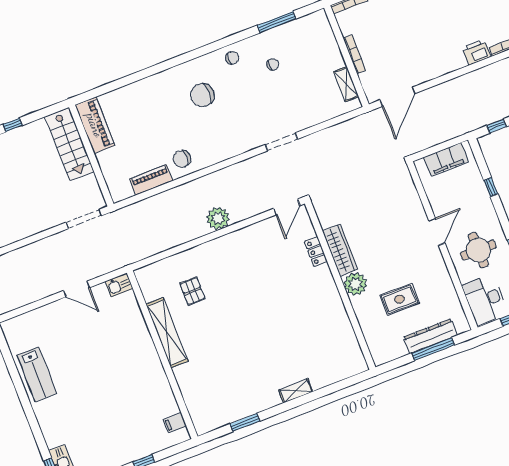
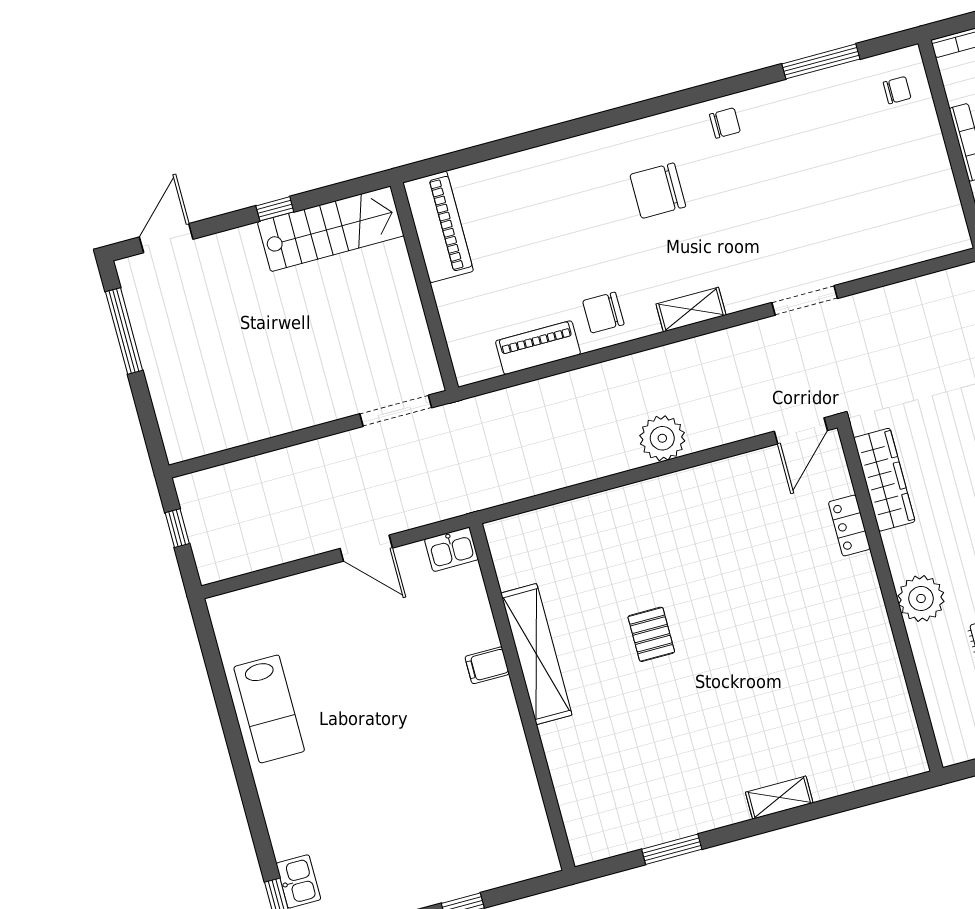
chair: (273, 65) -> (897, 90), moved
shelving: (346, 84) -> (691, 310), moved, turned 90
stairs: (69, 144) -> (331, 229), moved, turned -90
wardrobe: (340, 250) -> (884, 480), moved
pallet: (192, 291) -> (651, 634), moved
filing cabinet: (175, 423) -> (487, 665), moved

